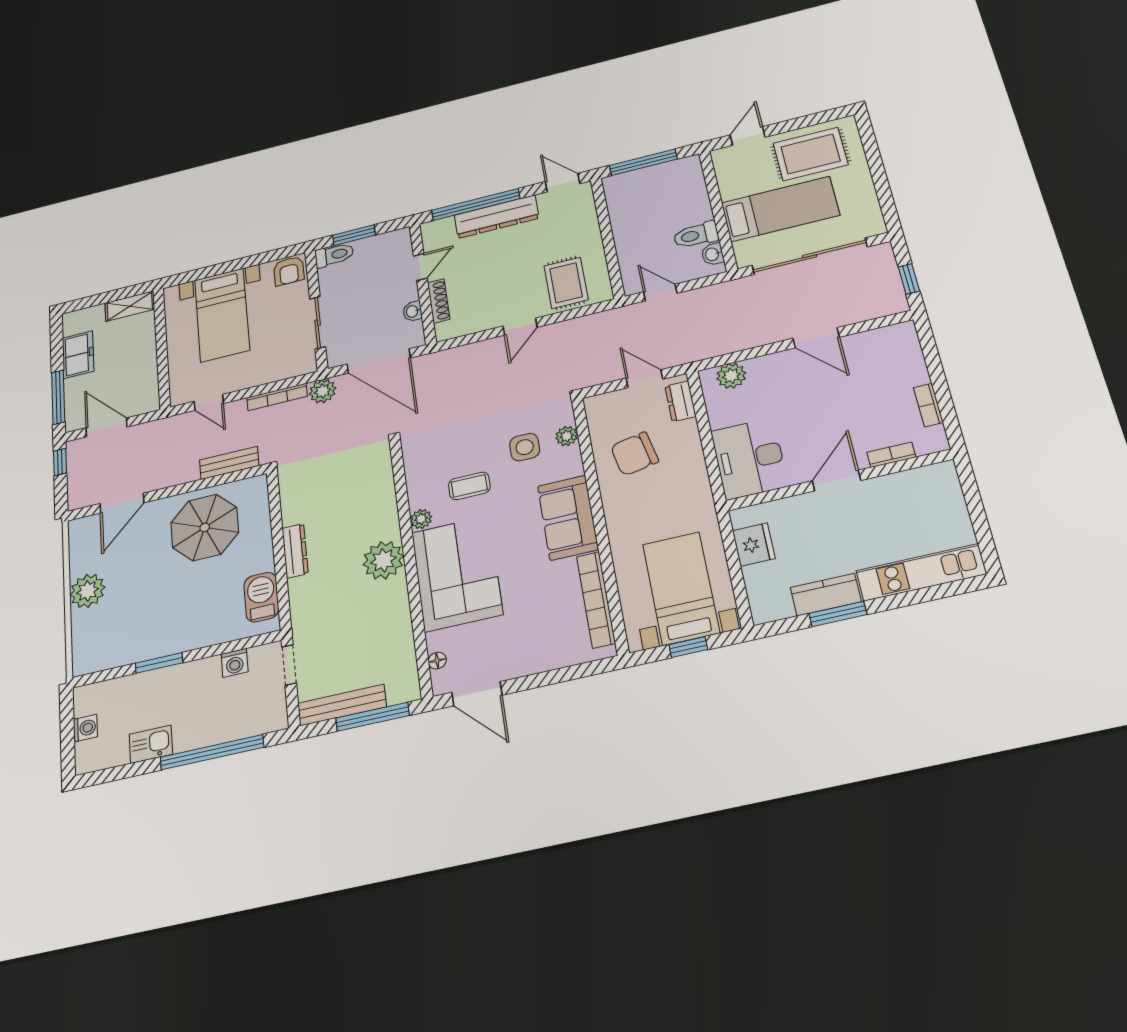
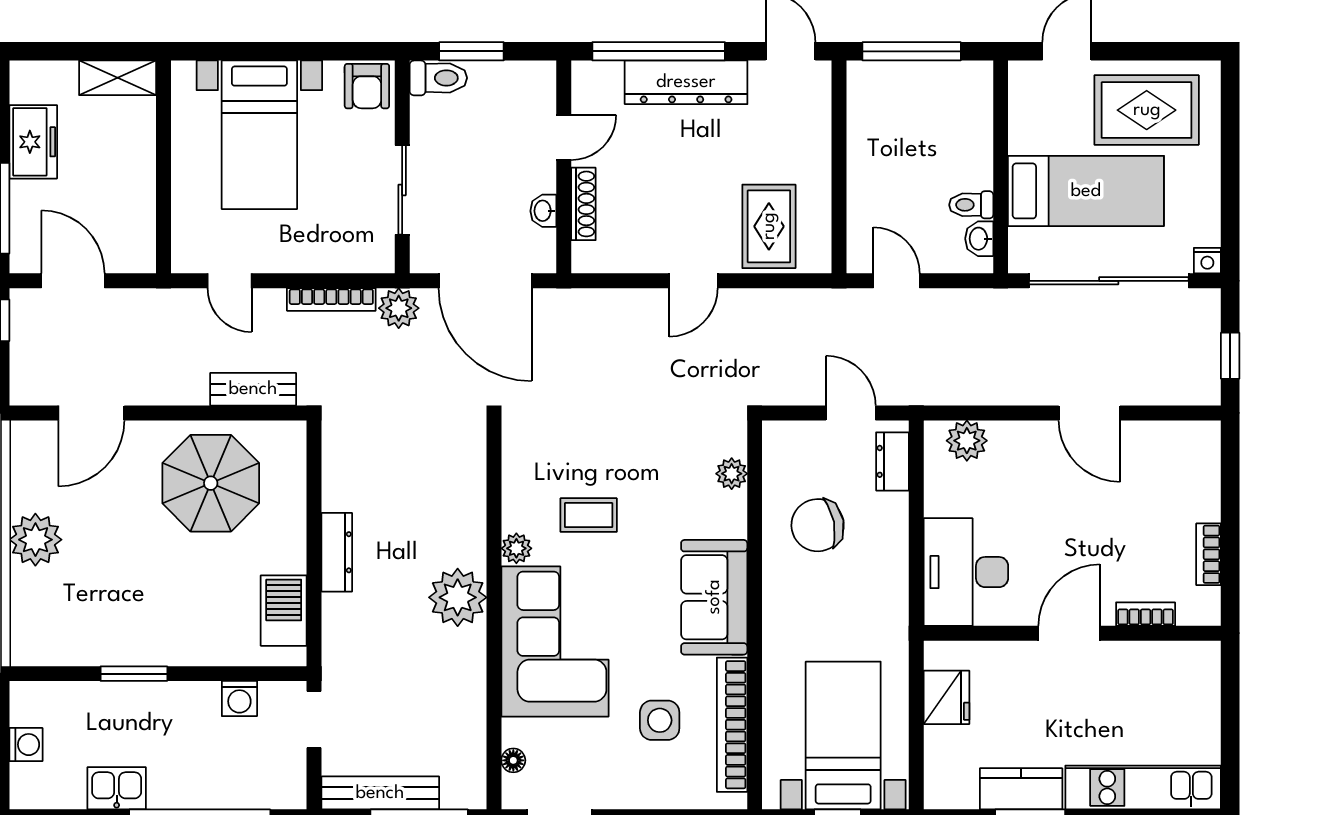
nightstand: (877, 227) -> (1207, 261), added
toilet: (696, 235) -> (971, 205), width x0.73, depth x0.72
side table: (525, 447) -> (660, 720), moved

